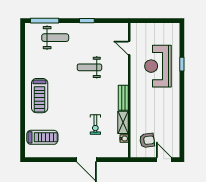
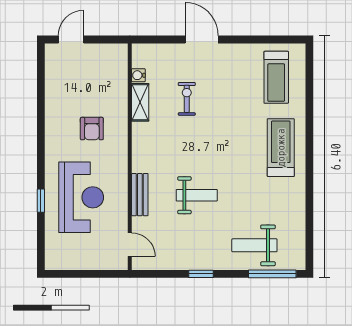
door: (129, 48) -> (130, 245), moved
bench: (123, 98) -> (140, 195), moved
treadmill: (42, 137) -> (276, 77), turned -90
armchair: (147, 140) -> (92, 129), moved, turned -82
door: (164, 160) -> (71, 39), swing flipped

